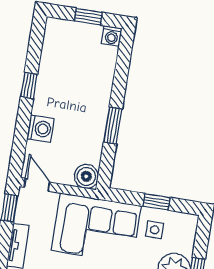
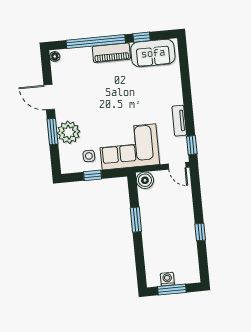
window: (88, 17) -> (172, 290), width x1.50
washing machine: (112, 36) -> (167, 279), moved
washing machine: (41, 129) -> (185, 205), removed

